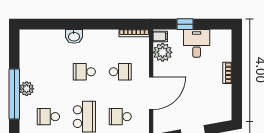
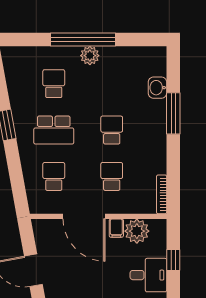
window: (71, 24) -> (173, 113), added
washbasin: (74, 36) -> (157, 88), moved
filing cabinet: (160, 36) -> (116, 228), moved
school desk: (120, 72) -> (112, 176), turned 180

